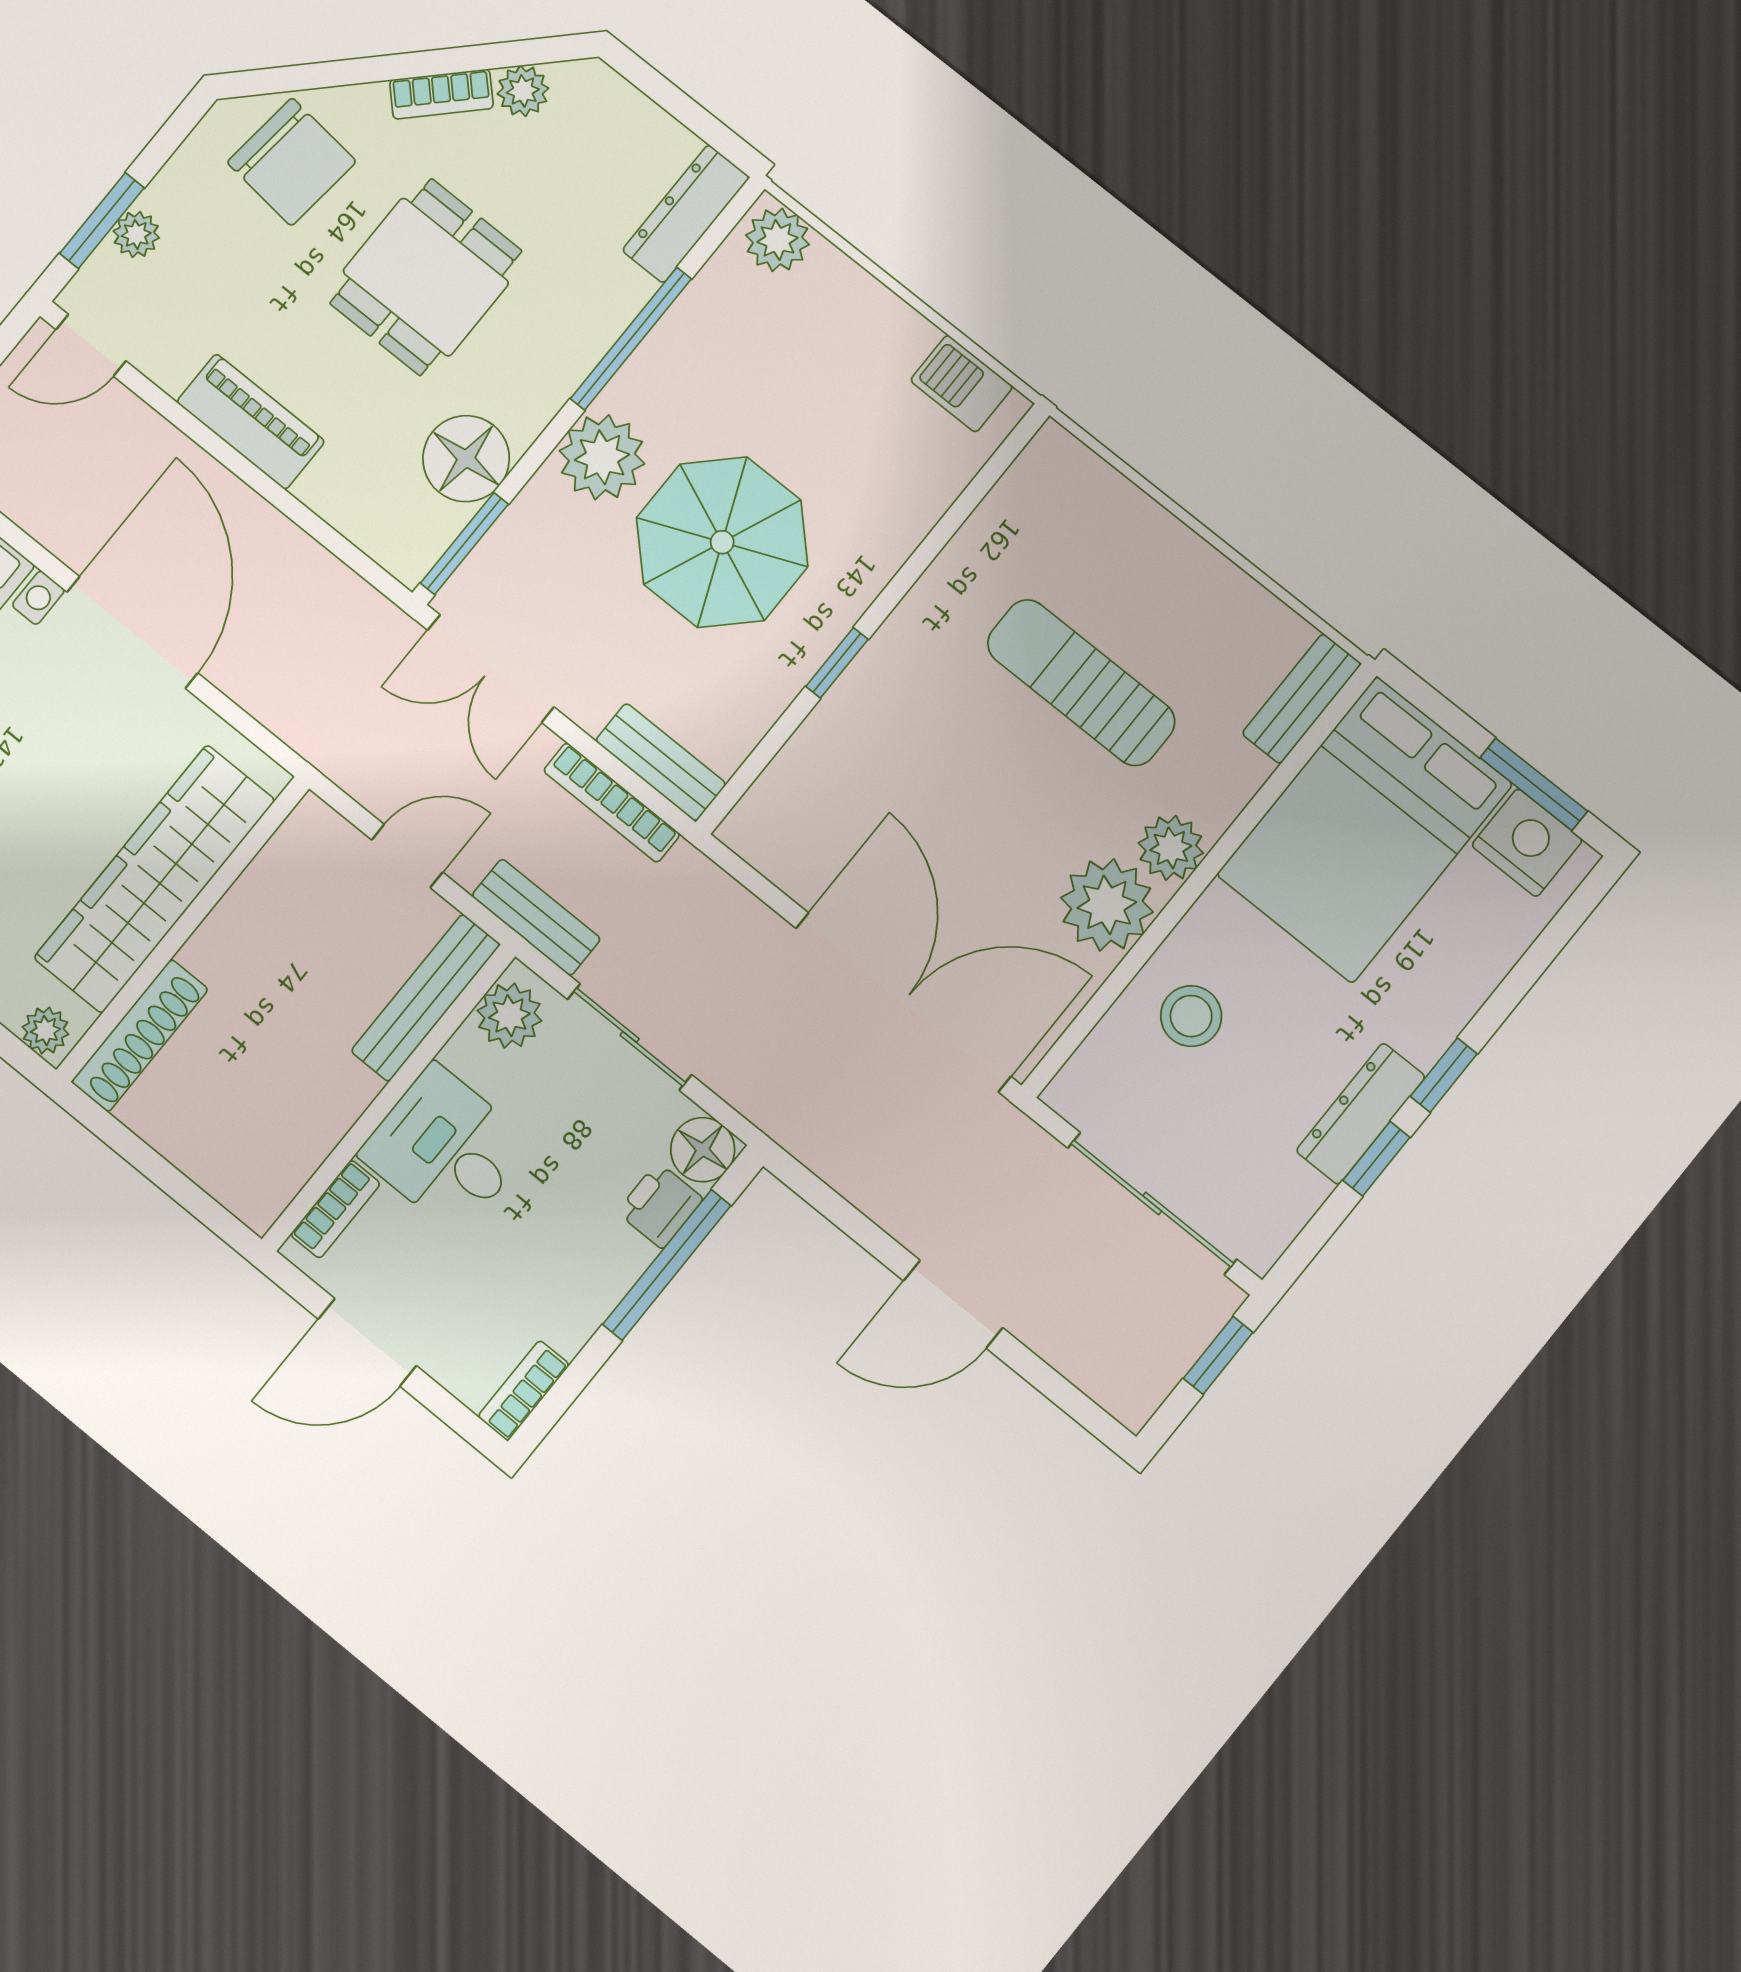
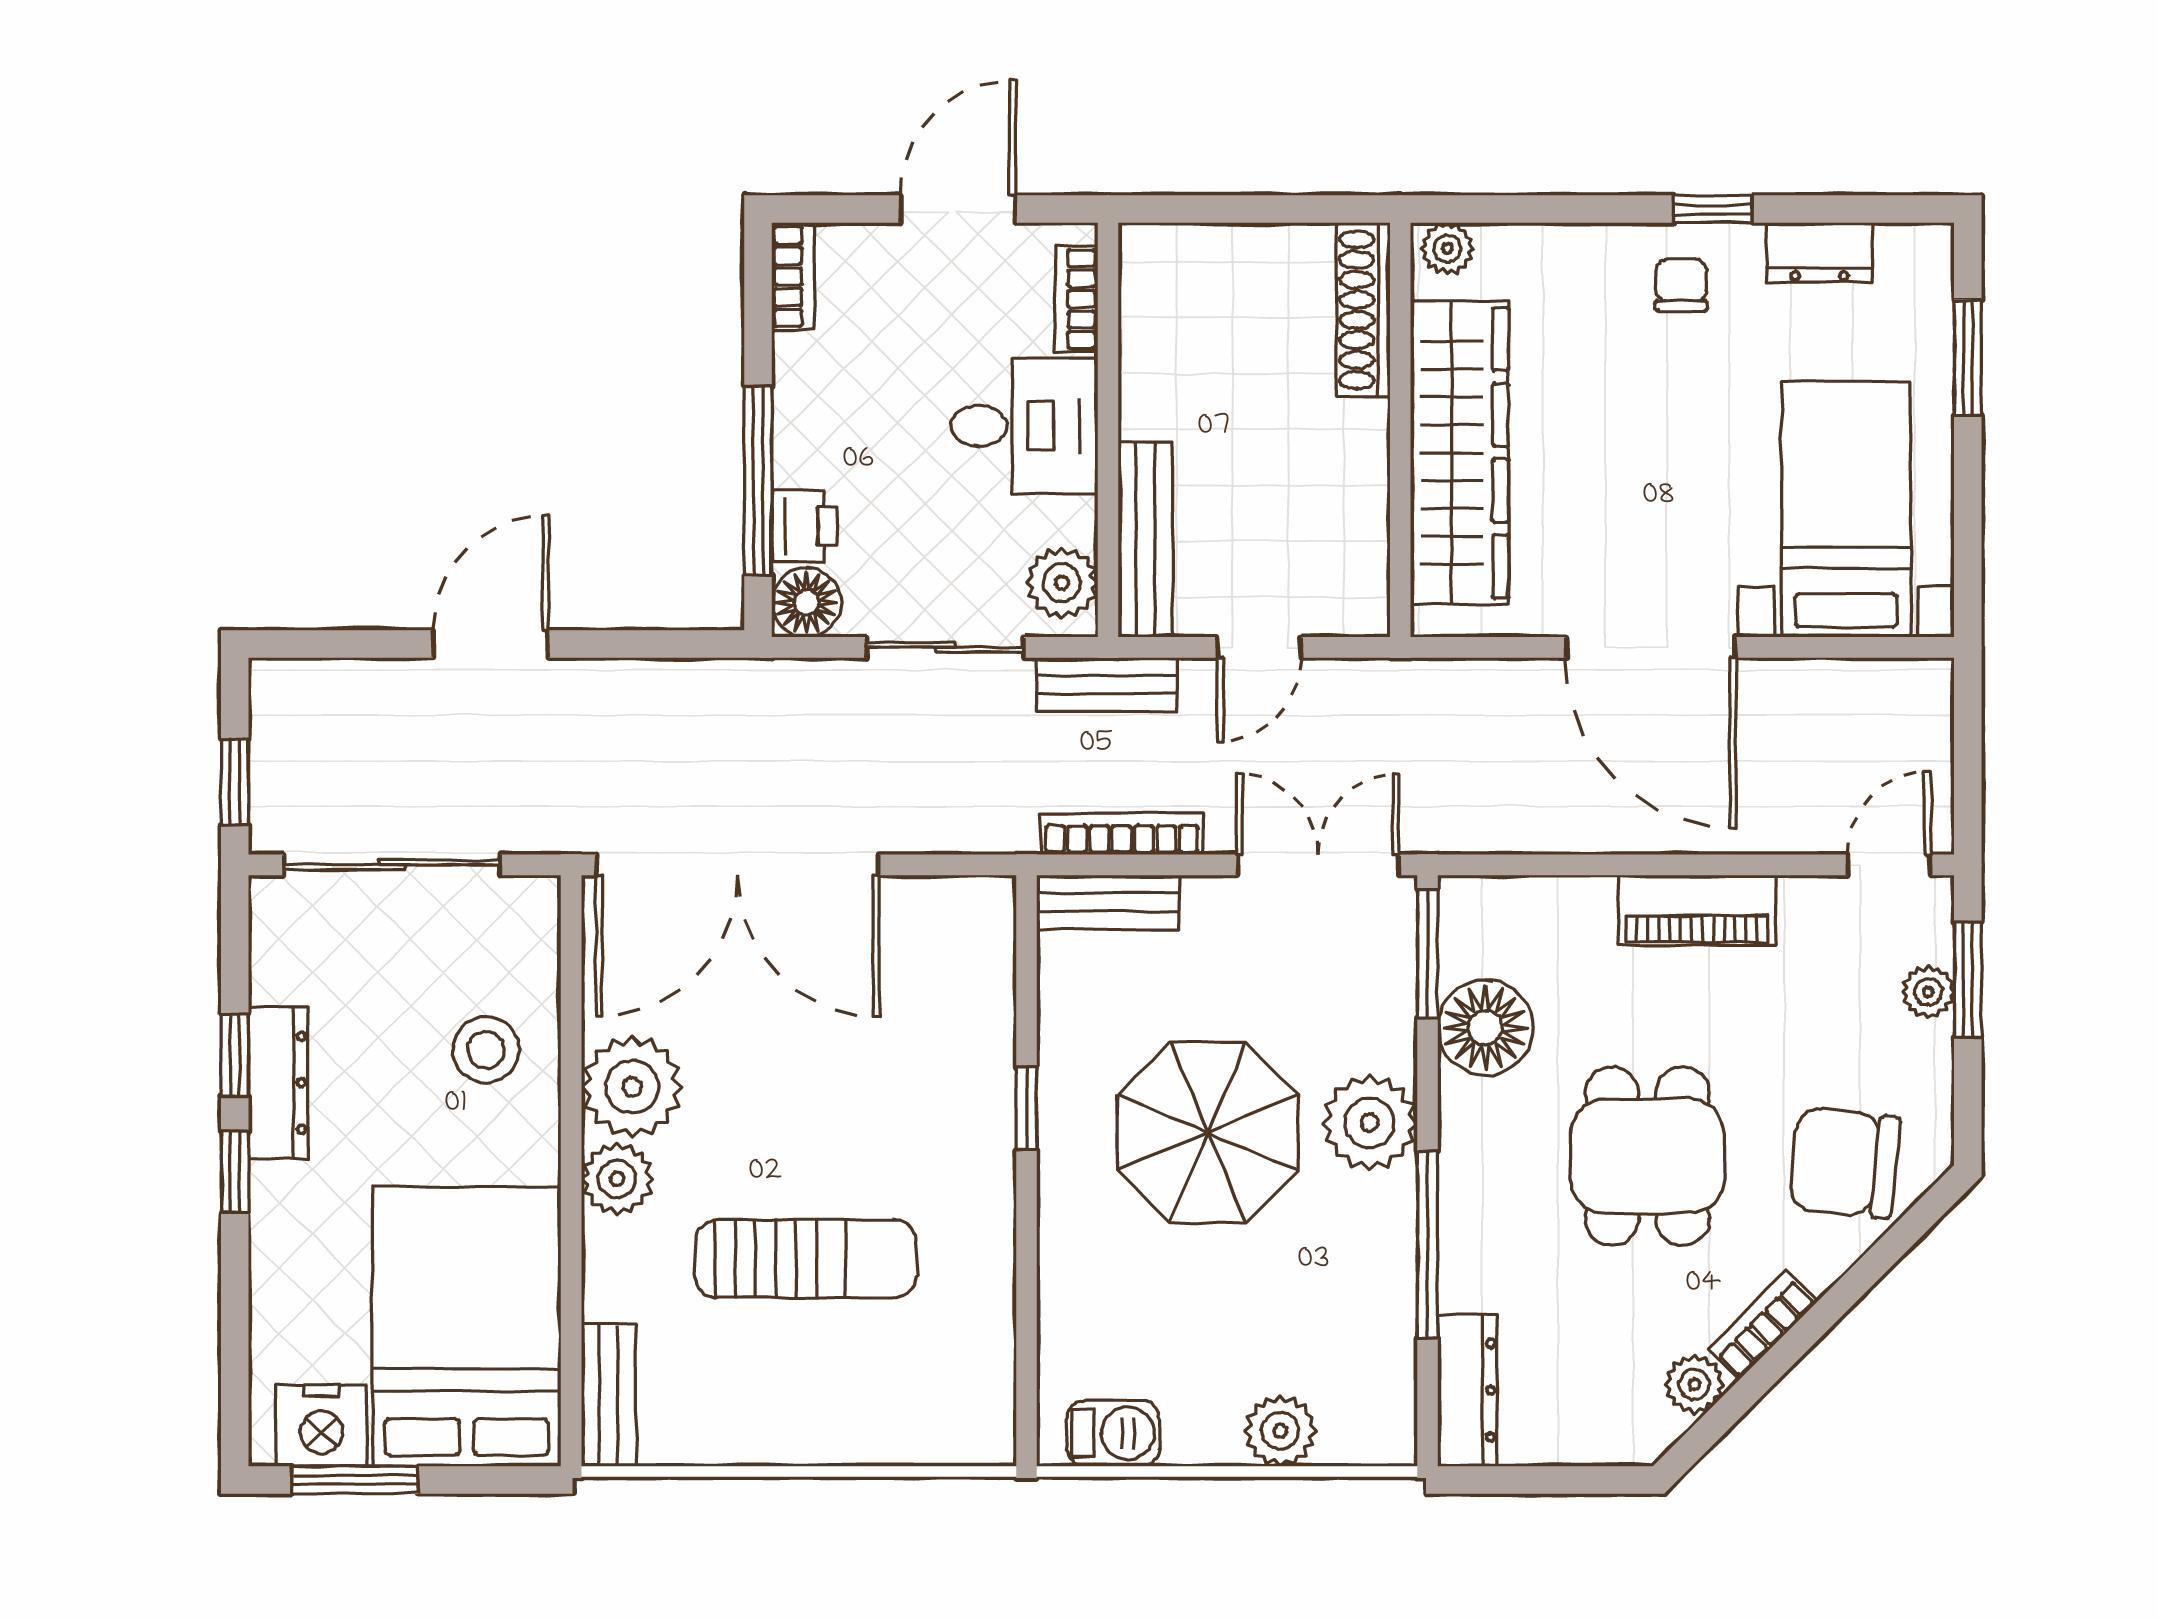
plant: (777, 240) -> (1280, 1431), moved

